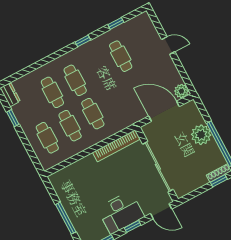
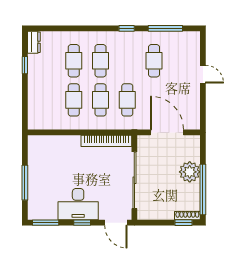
window: (116, 23) -> (165, 28), width x2.17
plant: (181, 91) -> (193, 122), removed
cafe table: (47, 138) -> (127, 100), moved

